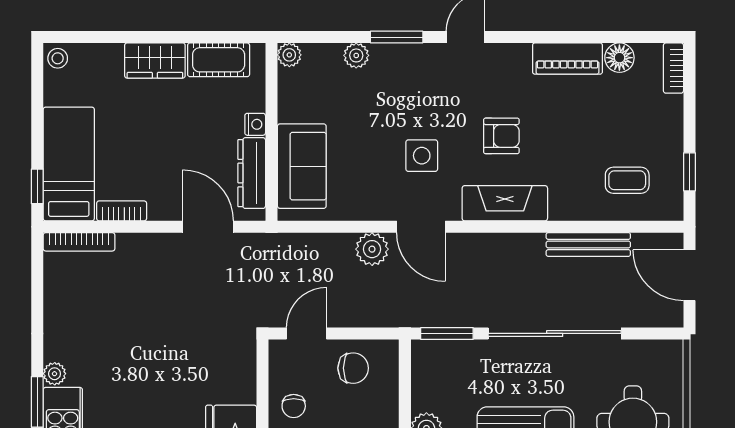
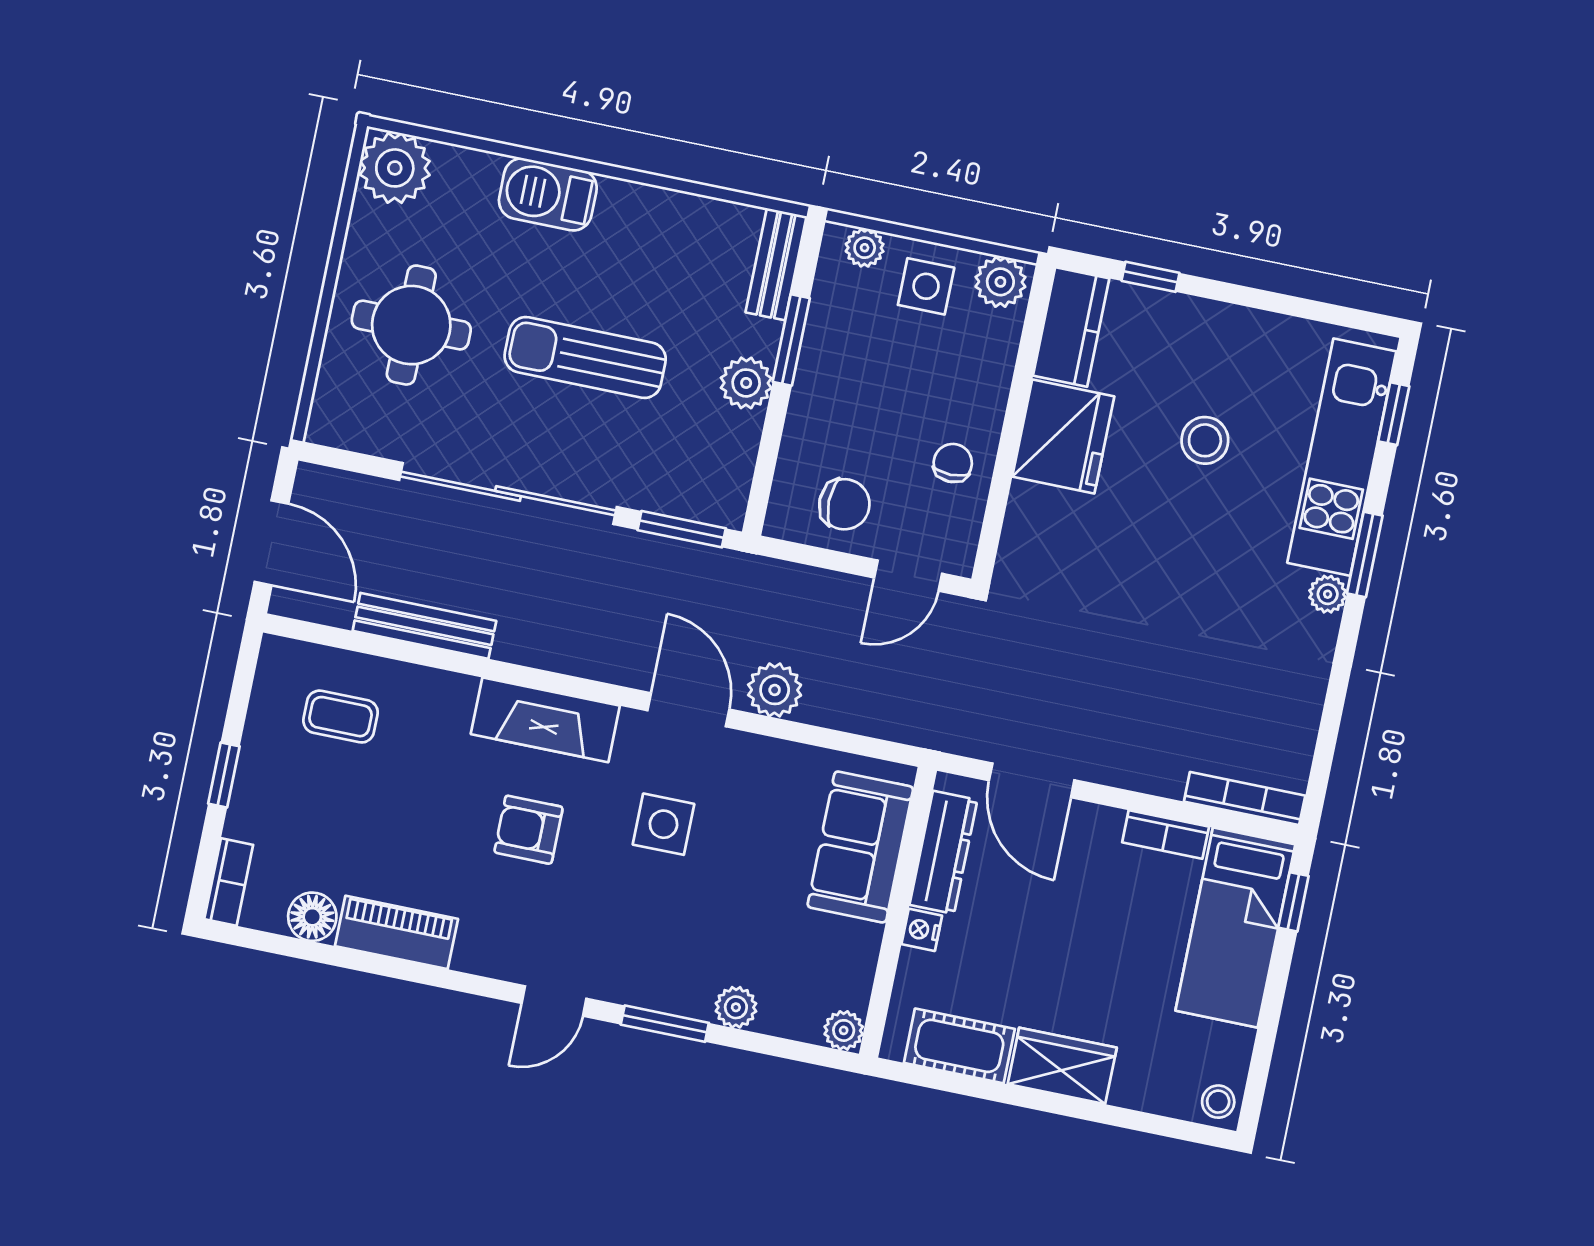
window: (689, 172) -> (224, 775), moved
chair: (353, 368) -> (844, 504), turned 180

